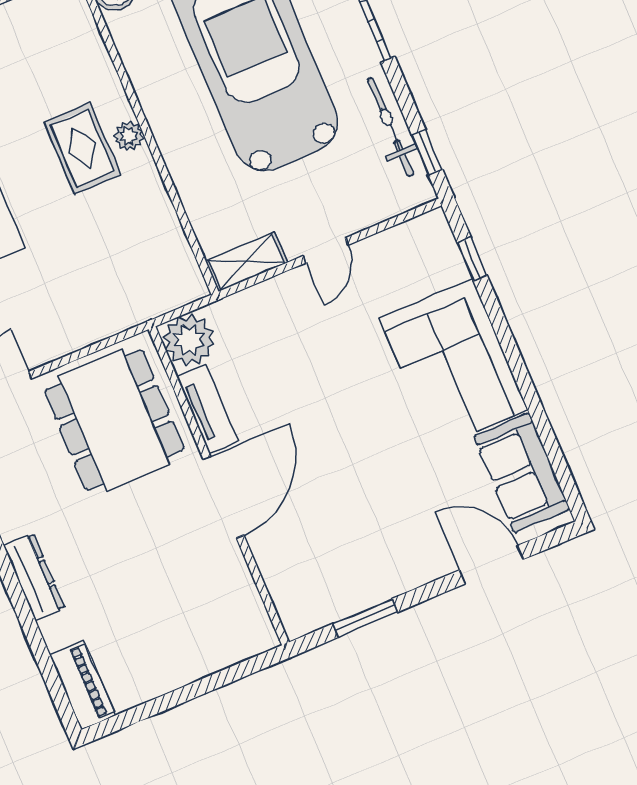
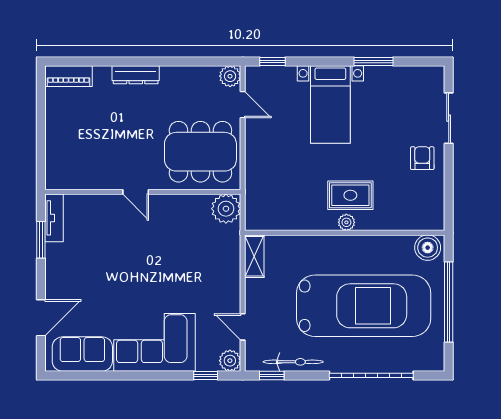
plant: (432, 230) -> (230, 361), added
door: (326, 250) -> (243, 327), moved
tv unit: (207, 409) -> (54, 218), moved, turned -90
door: (223, 497) -> (136, 192), width x0.53

